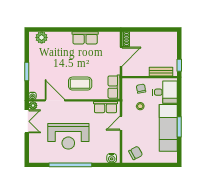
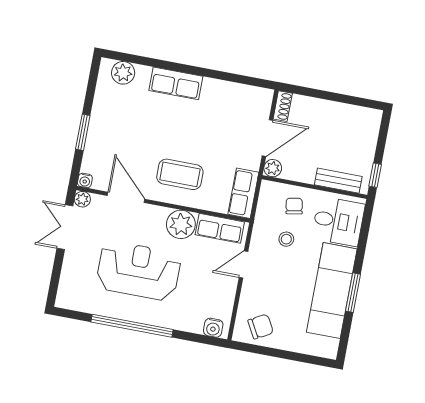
row of seats: (85, 38) -> (176, 83), moved
plant: (127, 71) -> (273, 168), added
plant: (85, 109) -> (181, 224), added
double door: (27, 121) -> (65, 227), swing flipped
reception desk: (68, 136) -> (139, 271), turned 180

